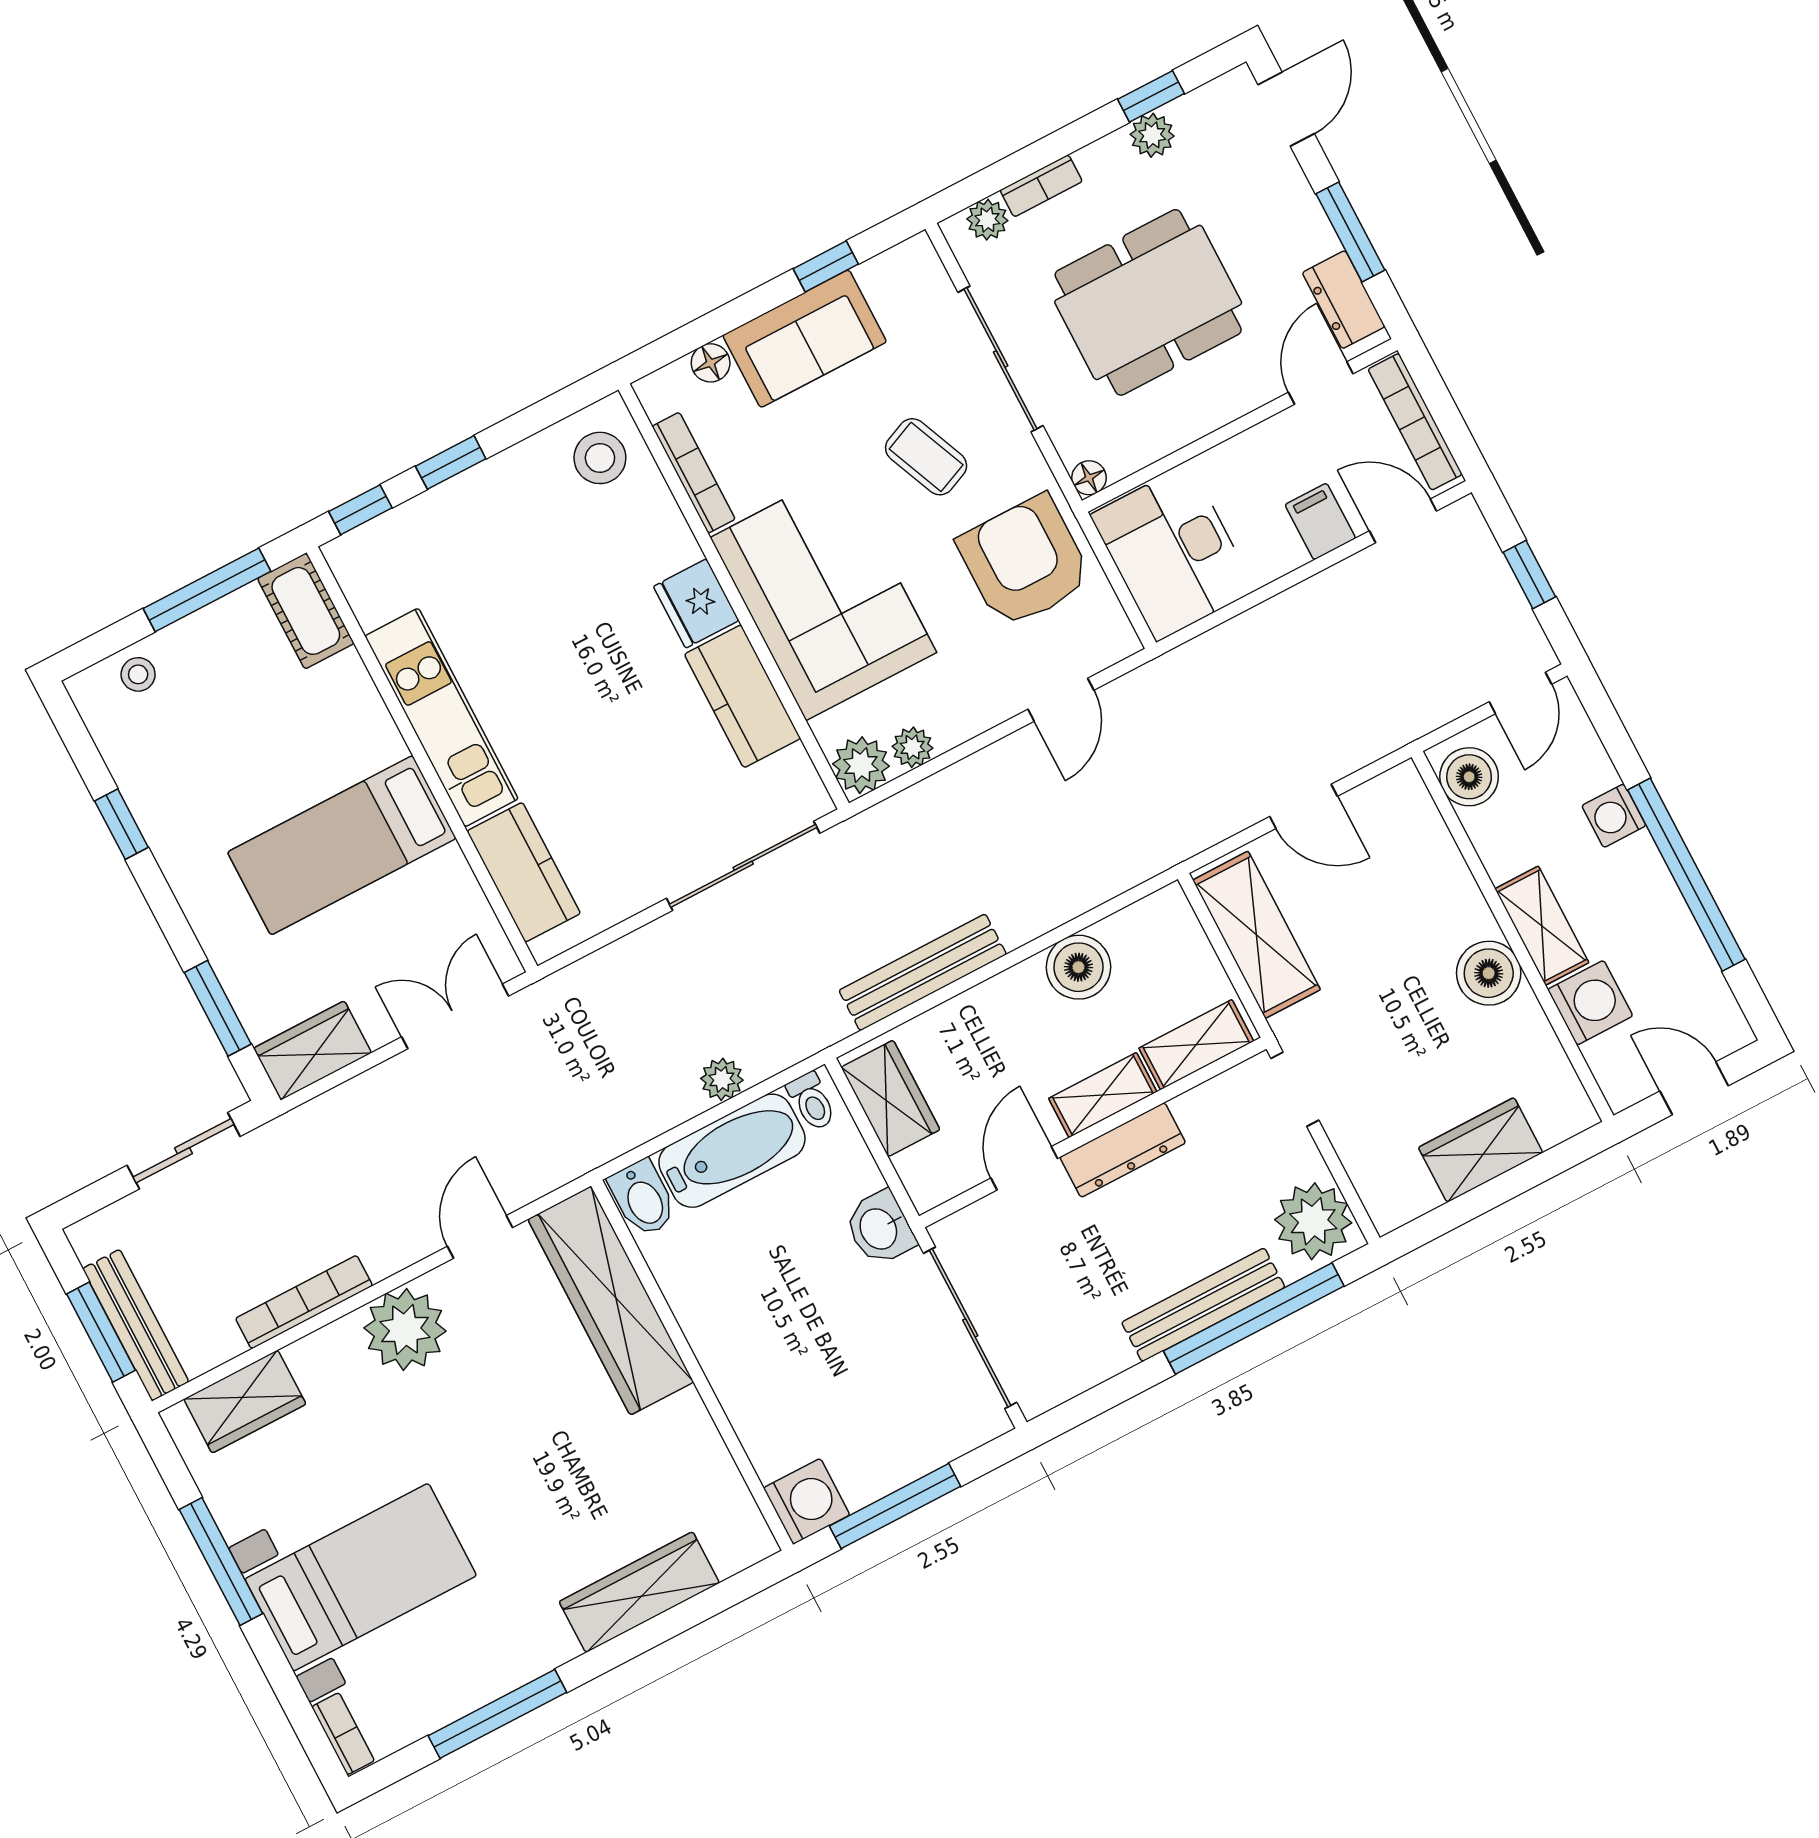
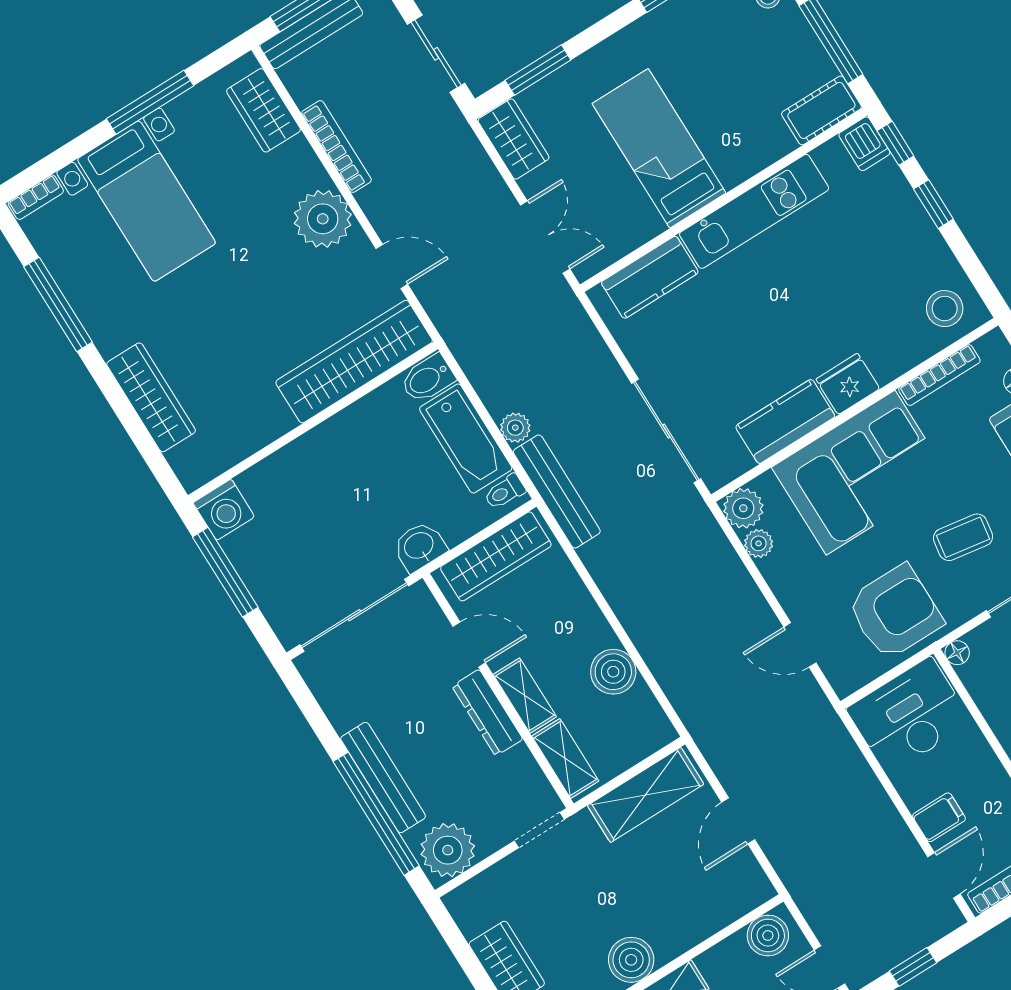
coffee table: (926, 457) -> (963, 537), turned 32
dishwasher: (358, 554) -> (864, 144), added
bench: (923, 972) -> (557, 492), moved
wardrobe: (891, 1098) -> (496, 556), width x1.50

